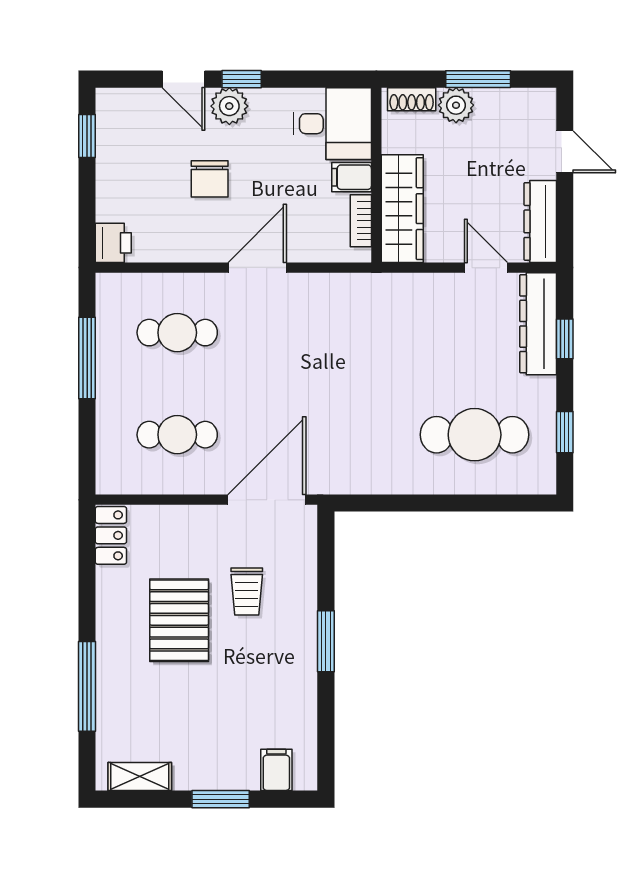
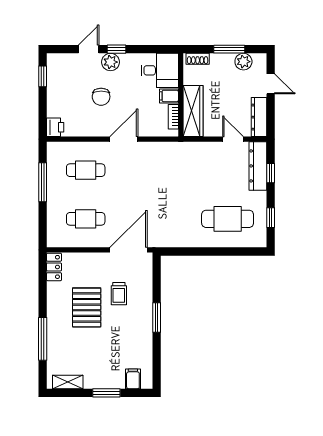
door: (183, 79) -> (89, 49), swing flipped
plant: (456, 105) -> (243, 62), moved

